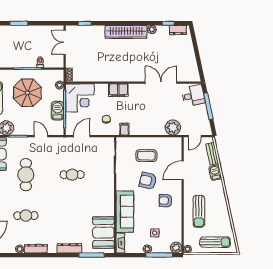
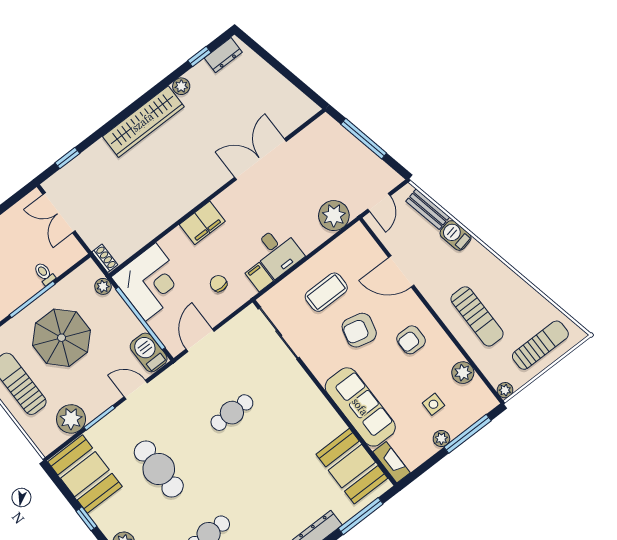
desk: (193, 96) -> (277, 252), moved, turned 102
barbecue: (57, 111) -> (149, 352), moved
door: (183, 170) -> (401, 271), hinge flipped
plant: (176, 248) -> (463, 373), moved

